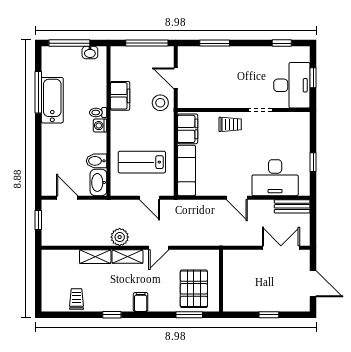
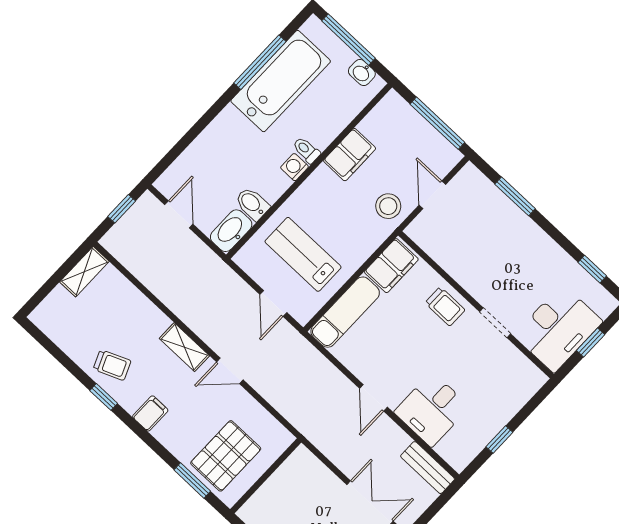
bathtub: (52, 100) -> (281, 81), width x1.36, depth x1.36
desk: (275, 178) -> (432, 409), width x0.73
plant: (120, 237) -> (197, 316), removed
shelving: (95, 257) -> (84, 272), moved, turned 90
trolley: (77, 299) -> (112, 365), moved, turned 67

